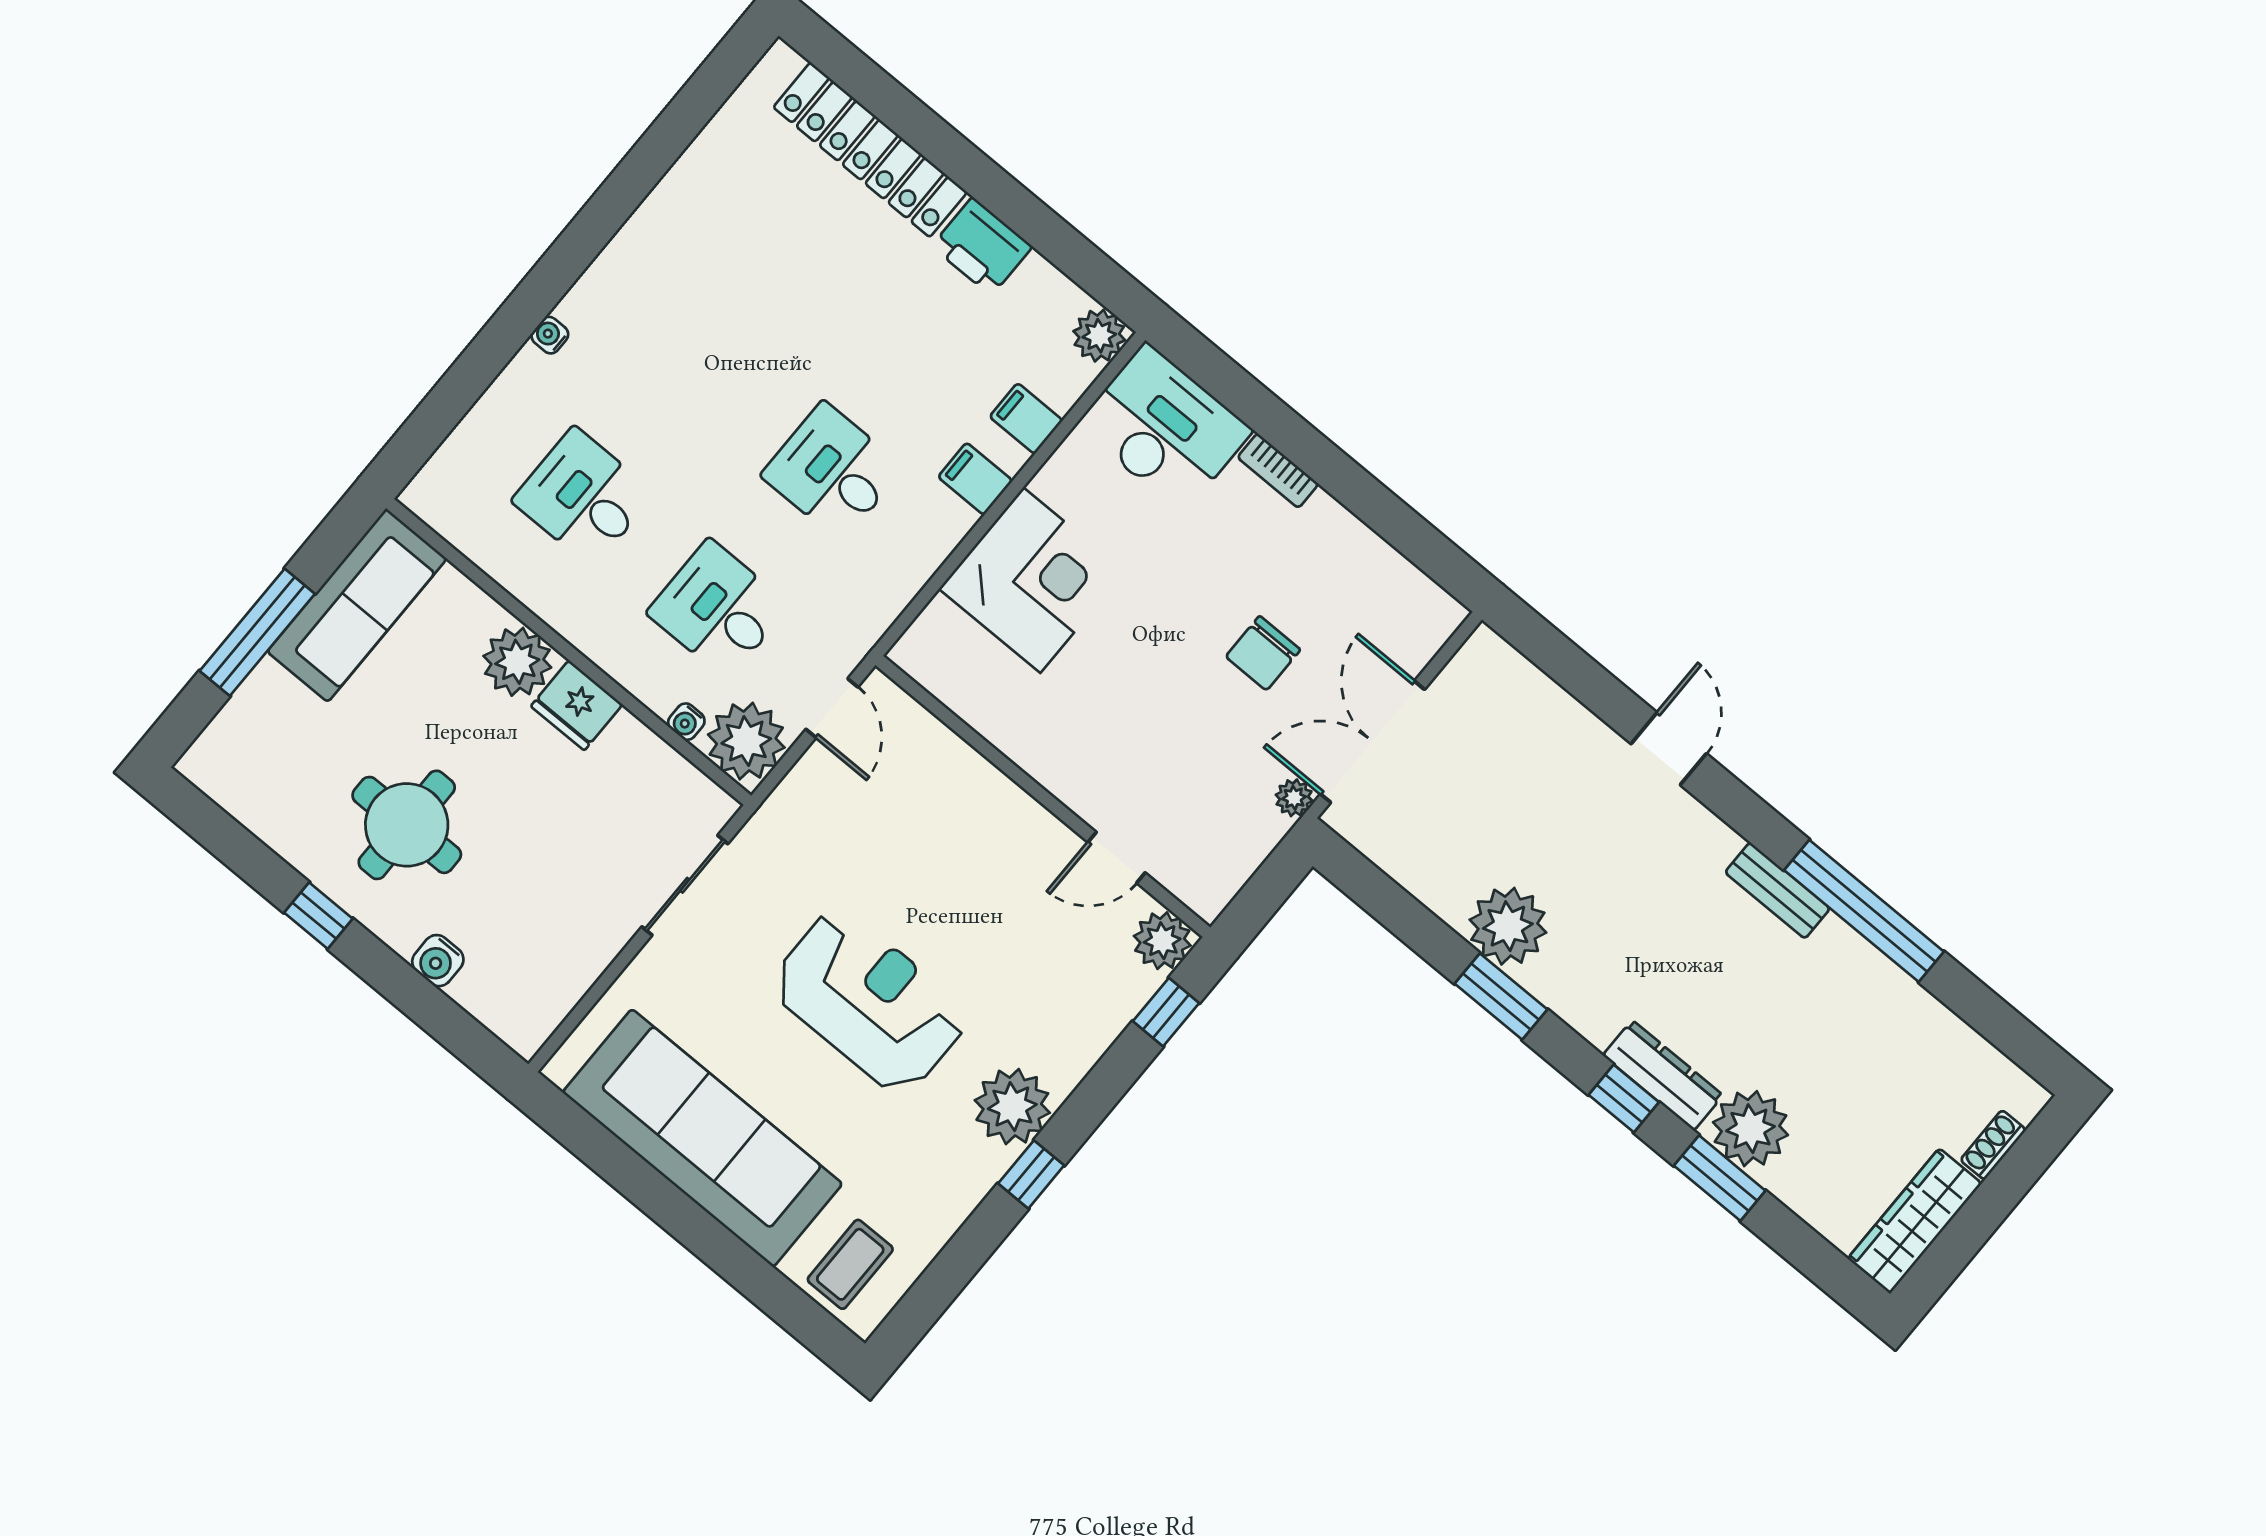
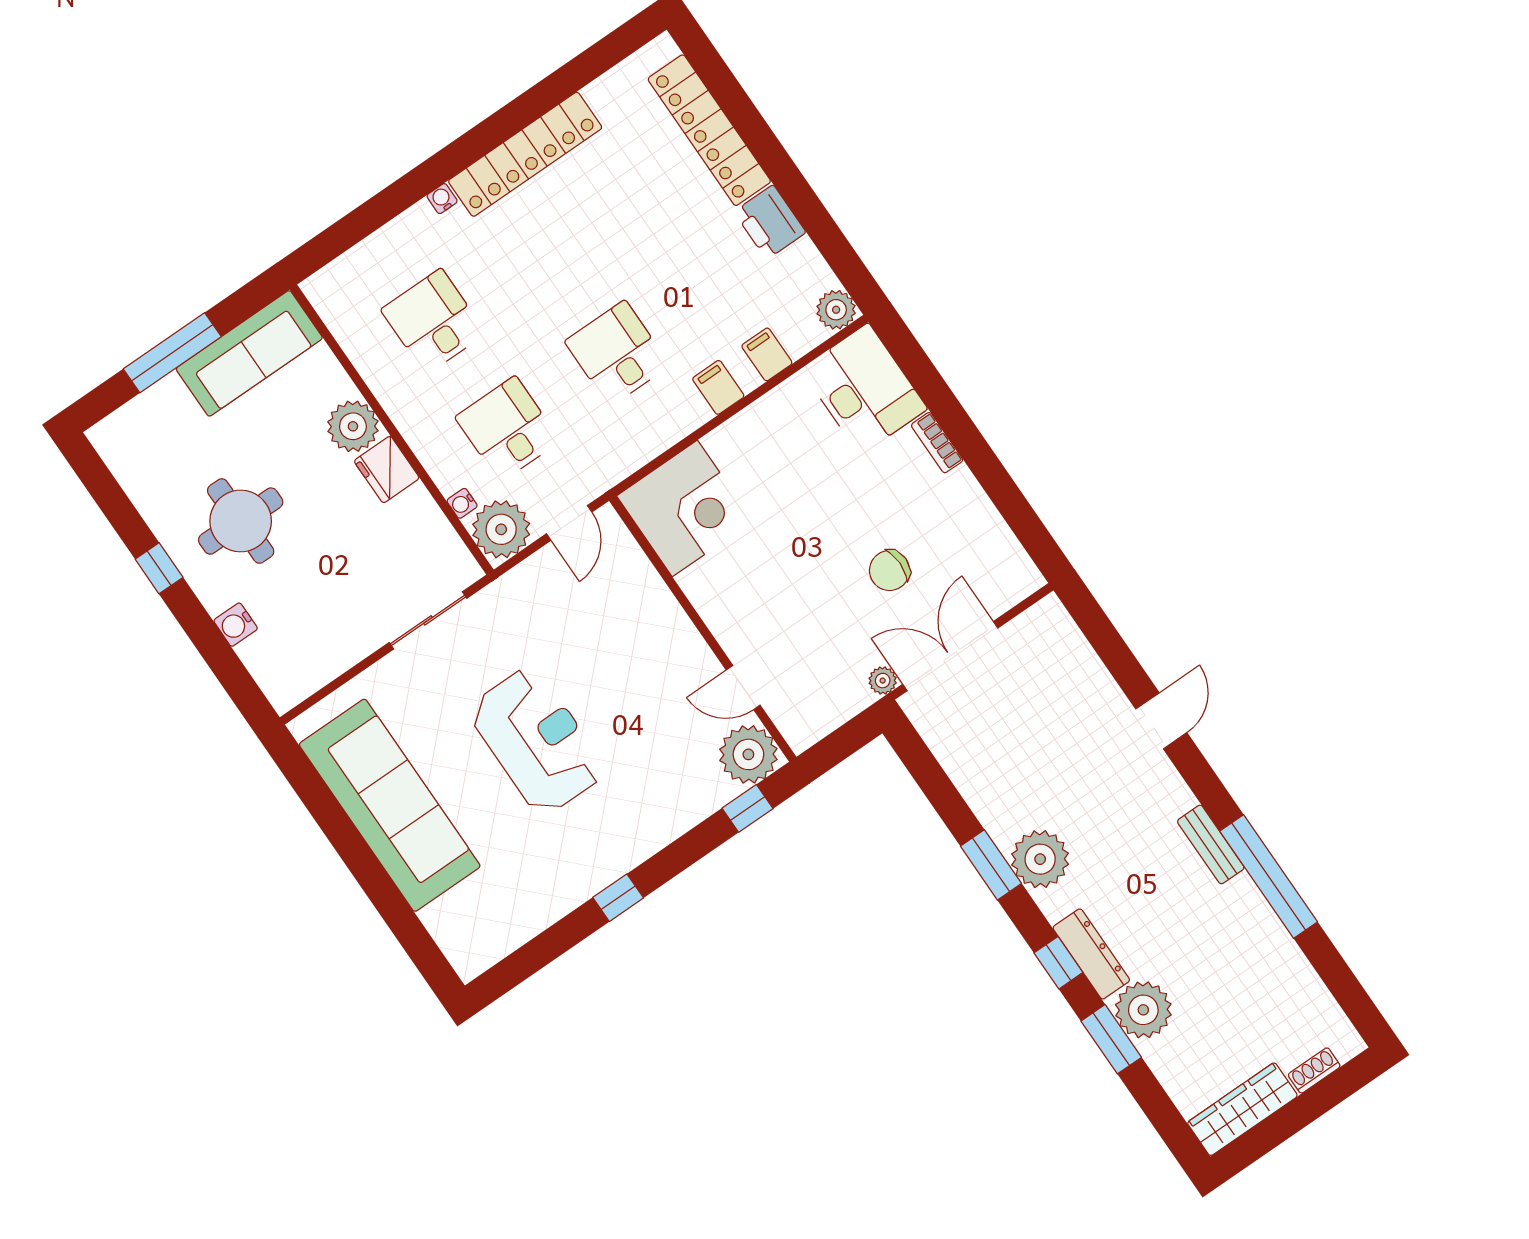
locker: (641, 248) -> (525, 154), added
corner desk: (1032, 580) -> (685, 508), moved
plant: (1508, 926) -> (1040, 859), moved
plant: (1162, 941) -> (748, 754), width x1.36, depth x1.36
plant: (1012, 1107) -> (618, 845), removed
coffee table: (850, 1264) -> (470, 926), removed

